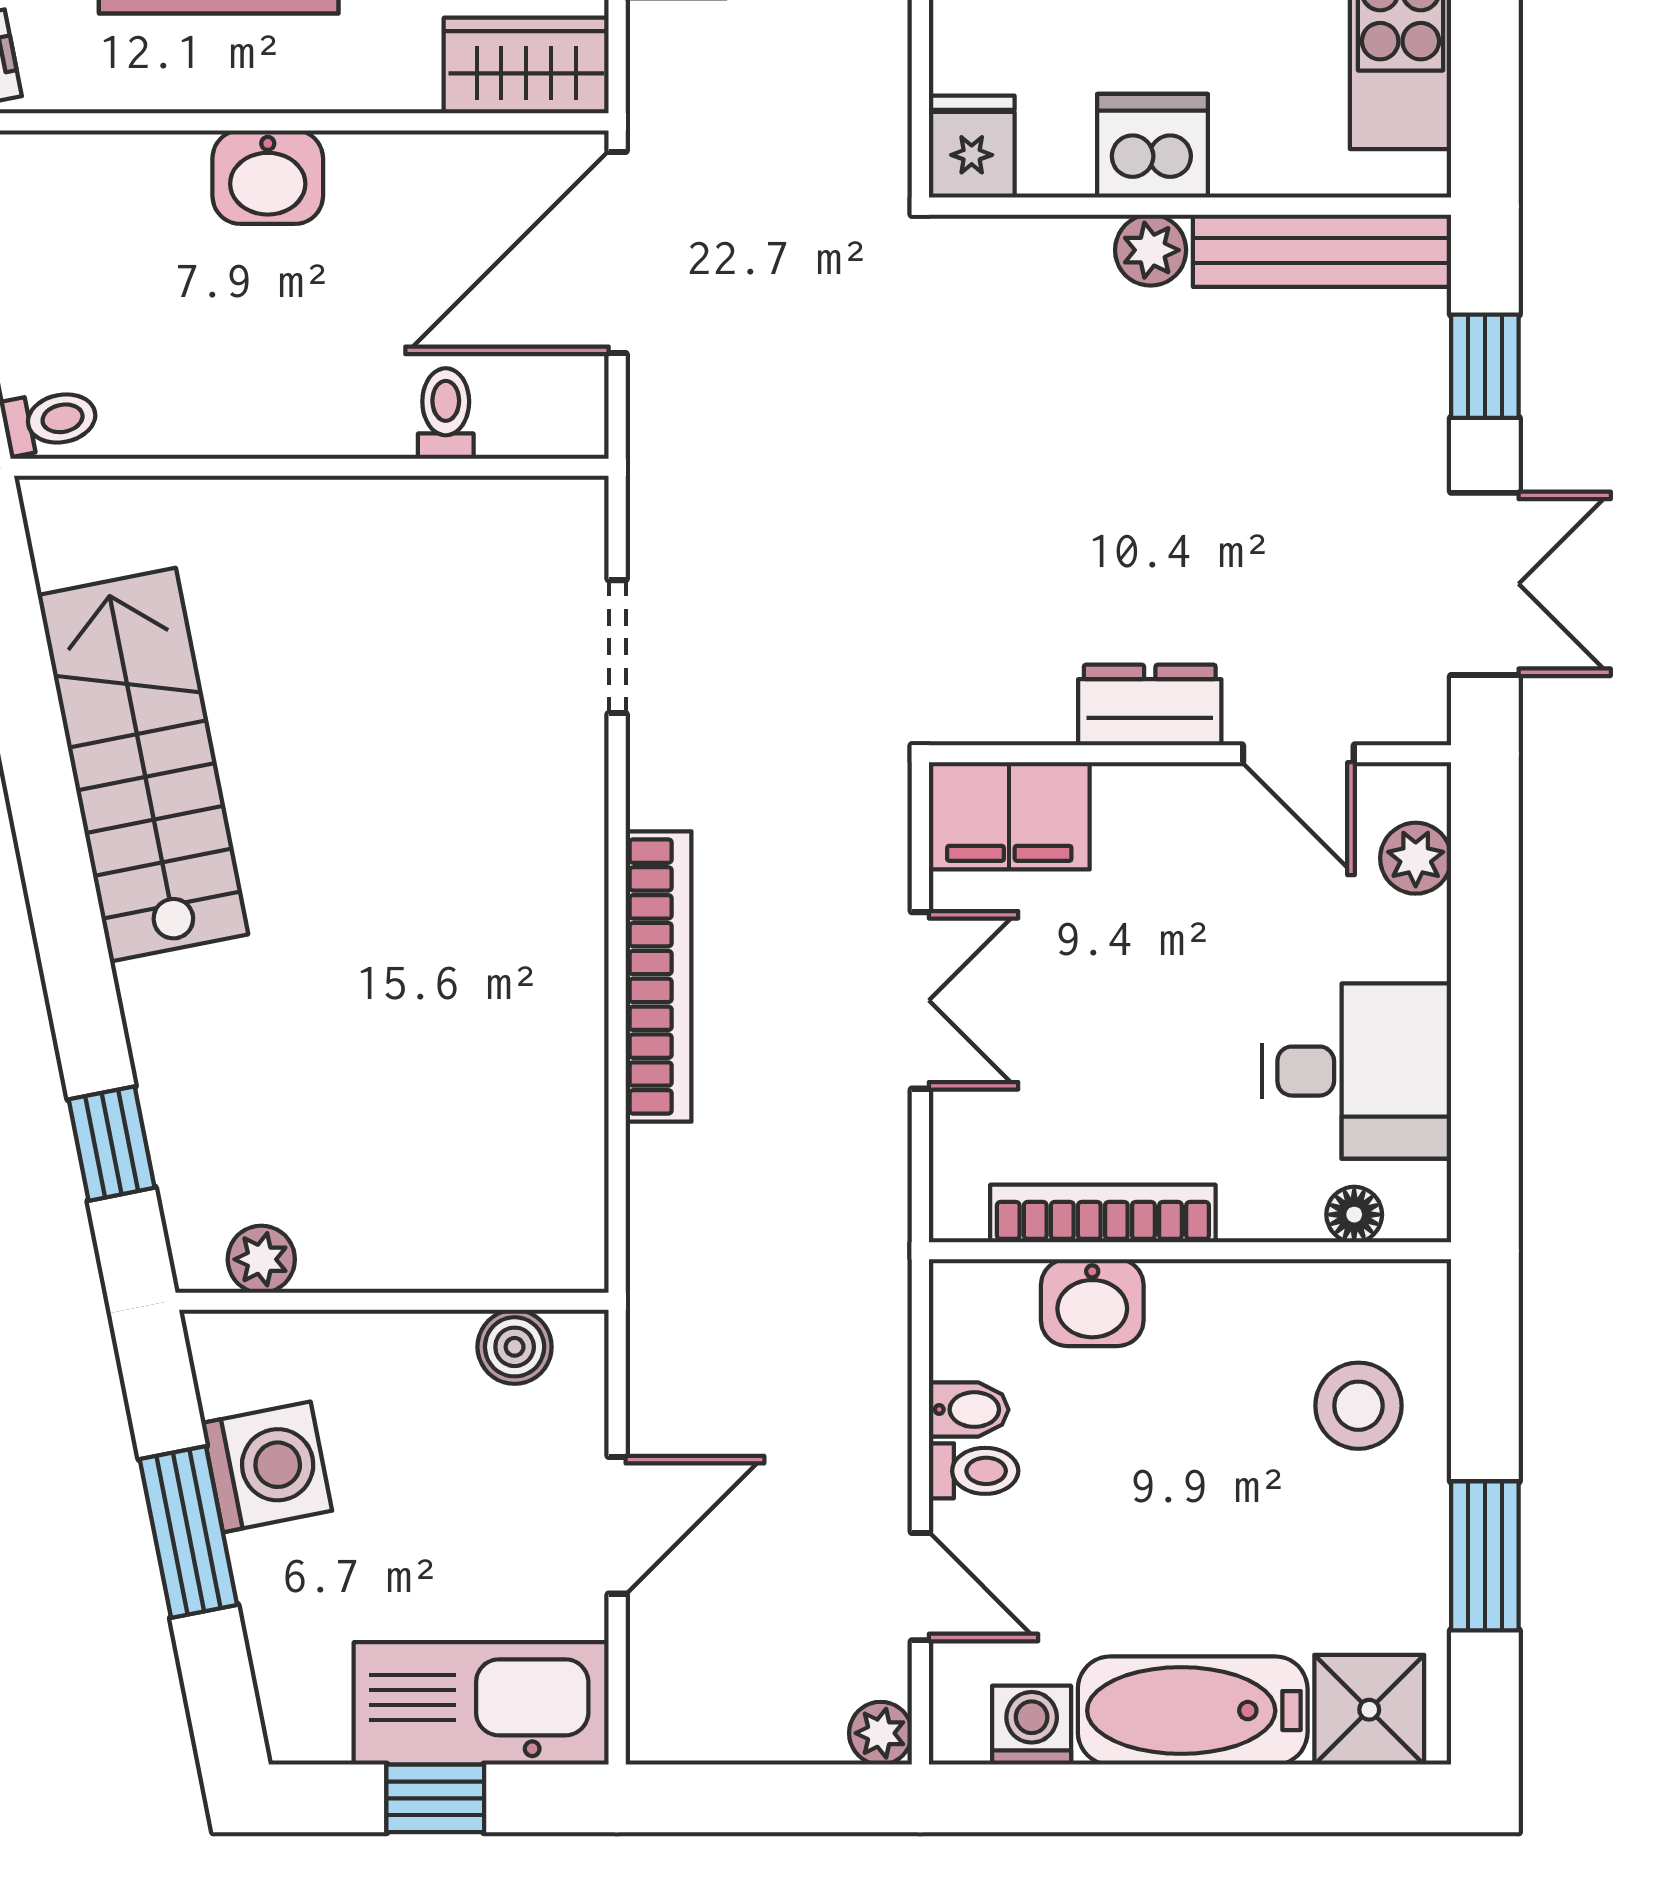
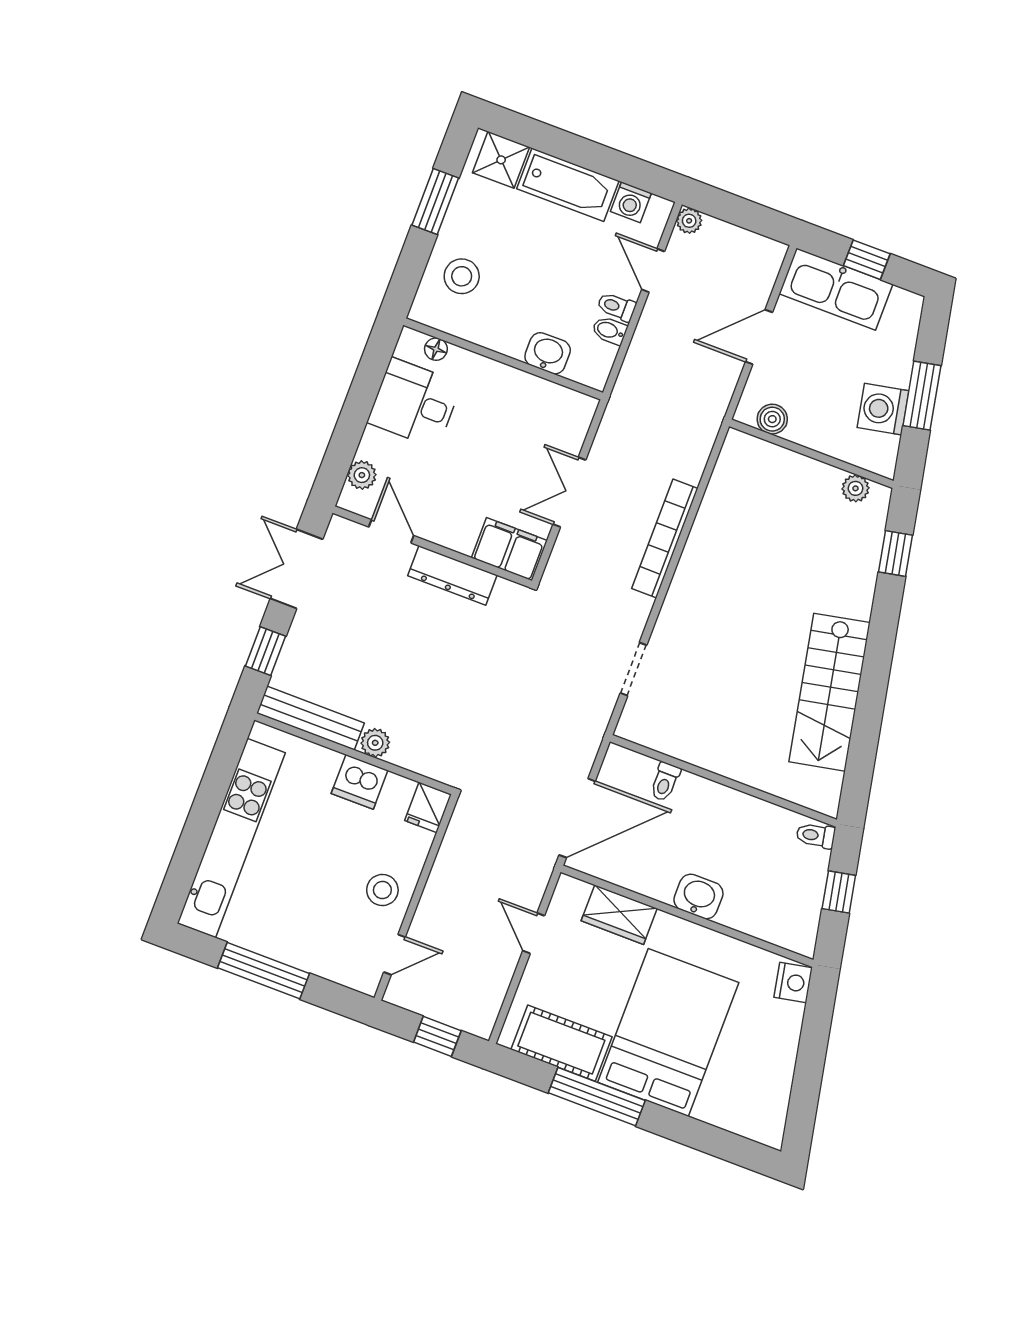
wardrobe: (526, 66) -> (619, 915), moved
dresser: (1150, 705) -> (452, 575), width x1.44
bookcase: (1103, 1214) -> (531, 385), removed

